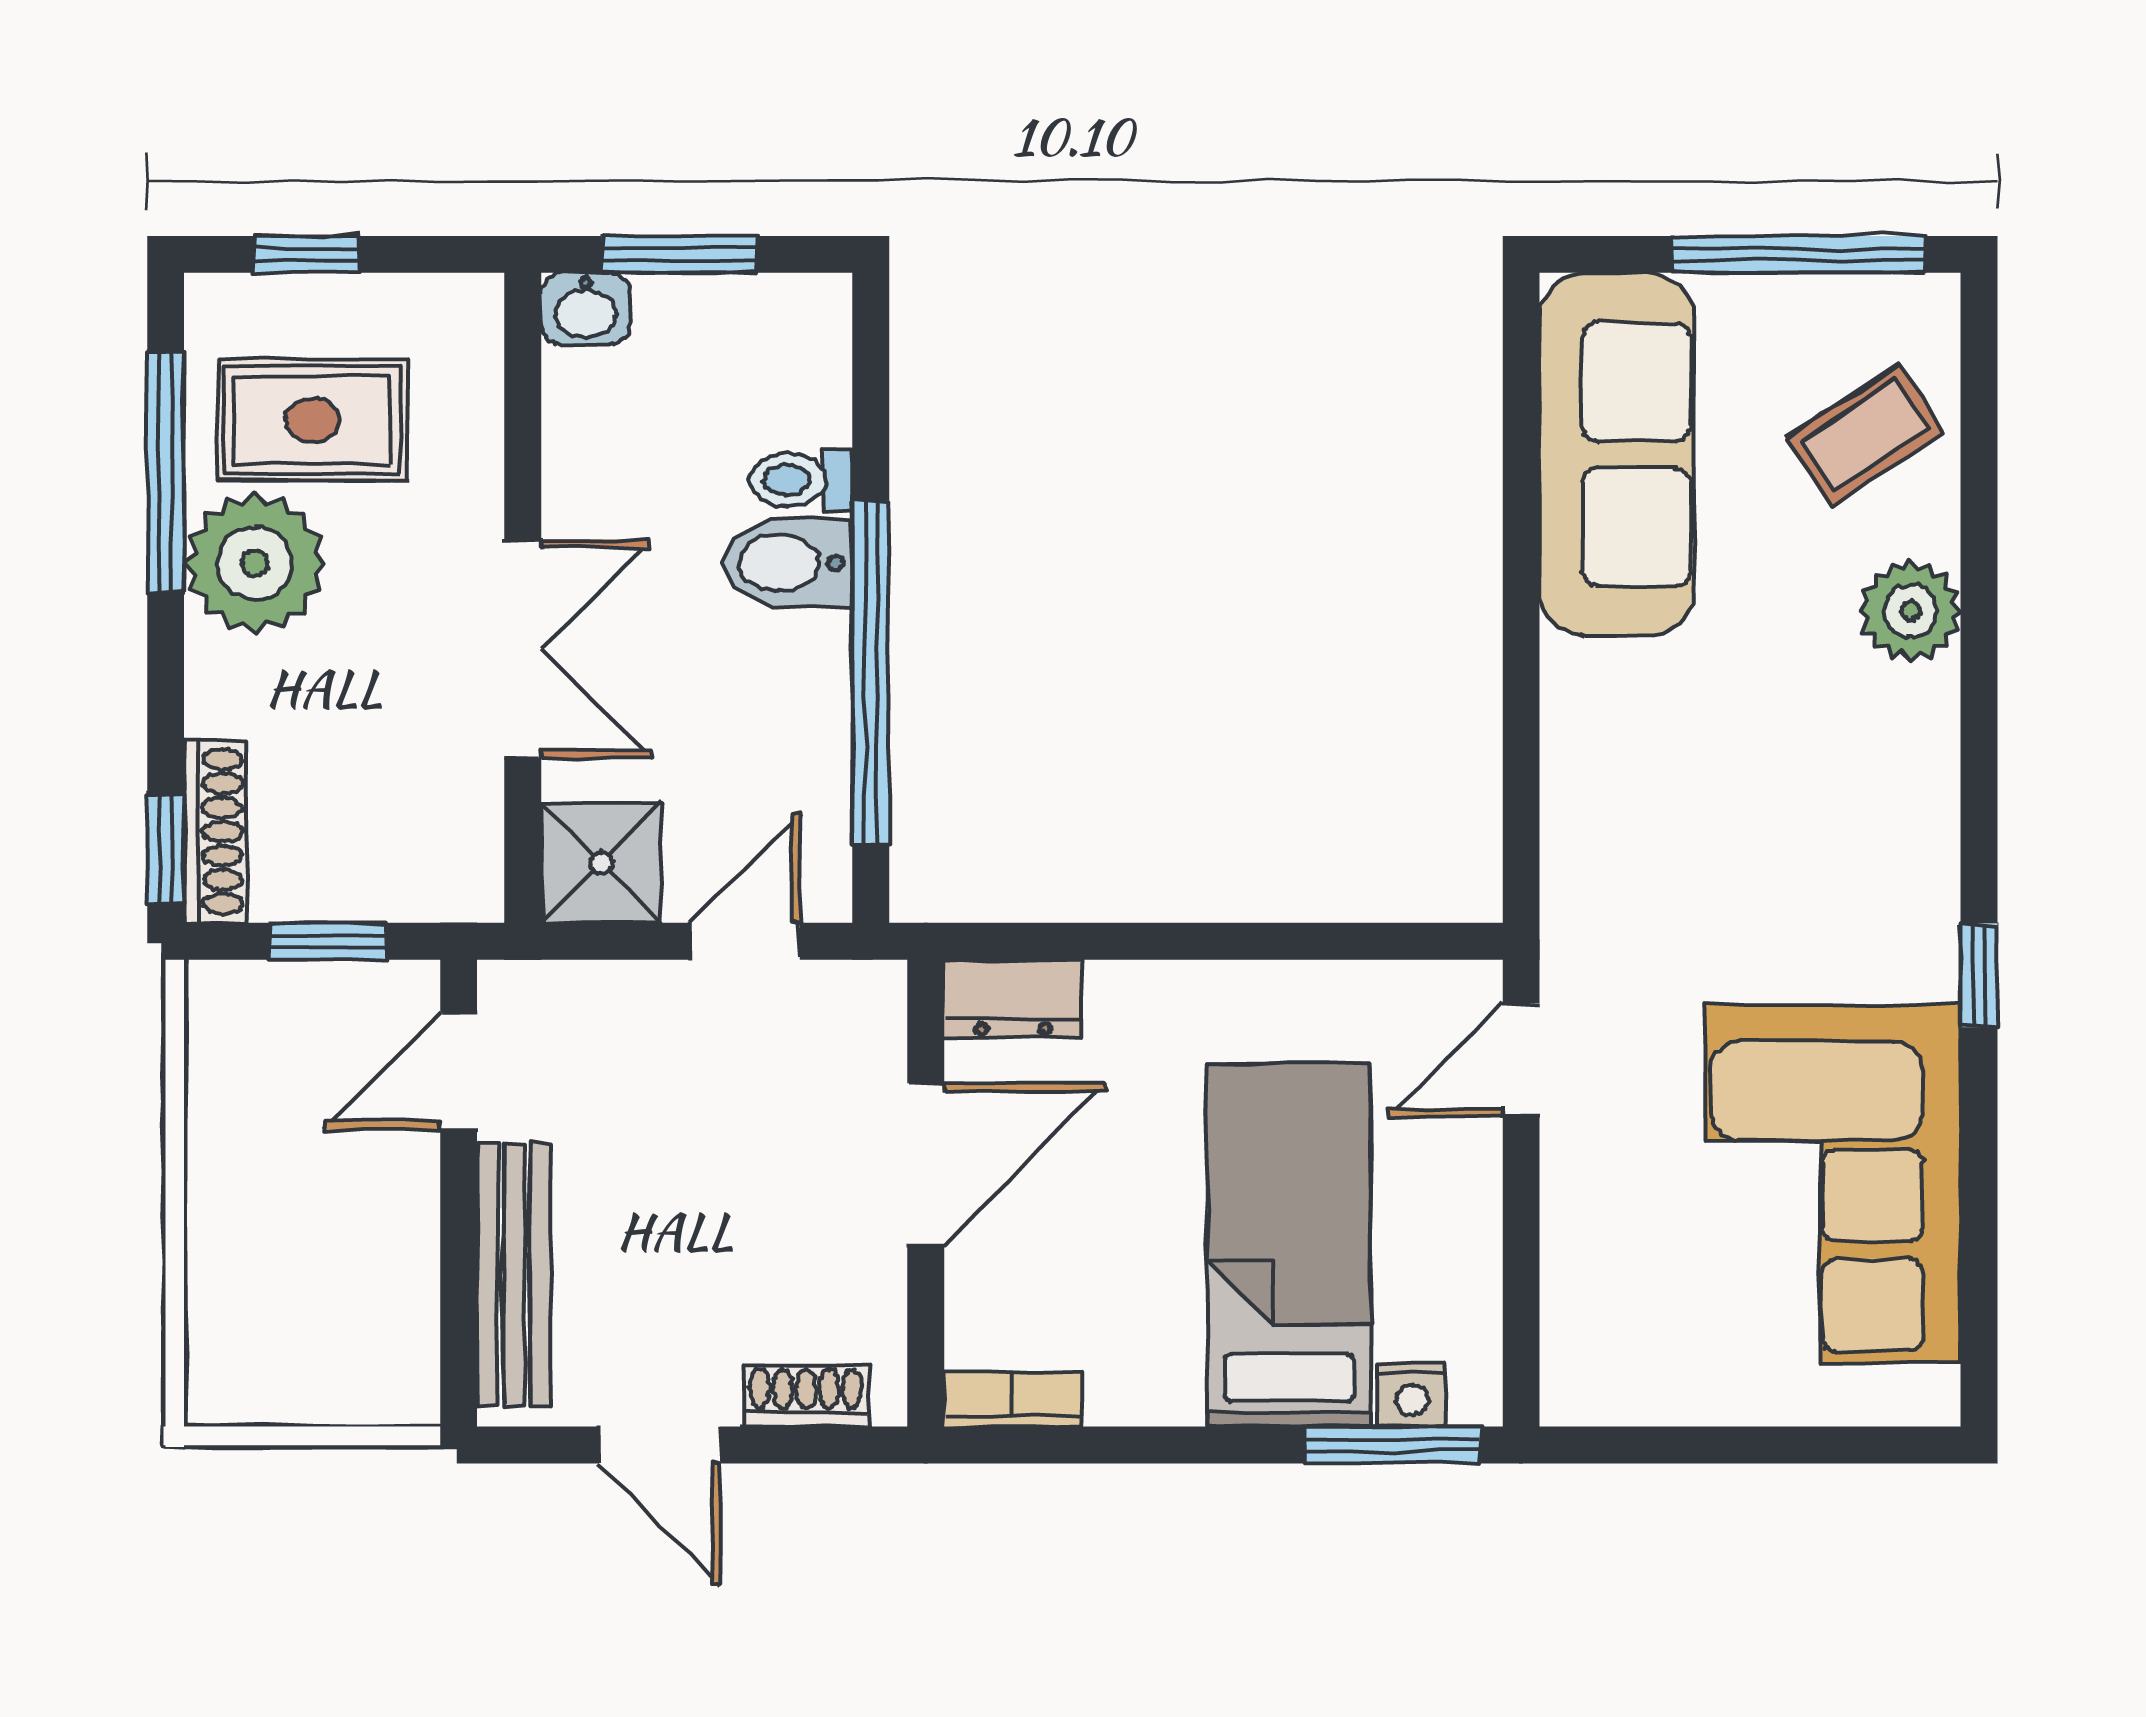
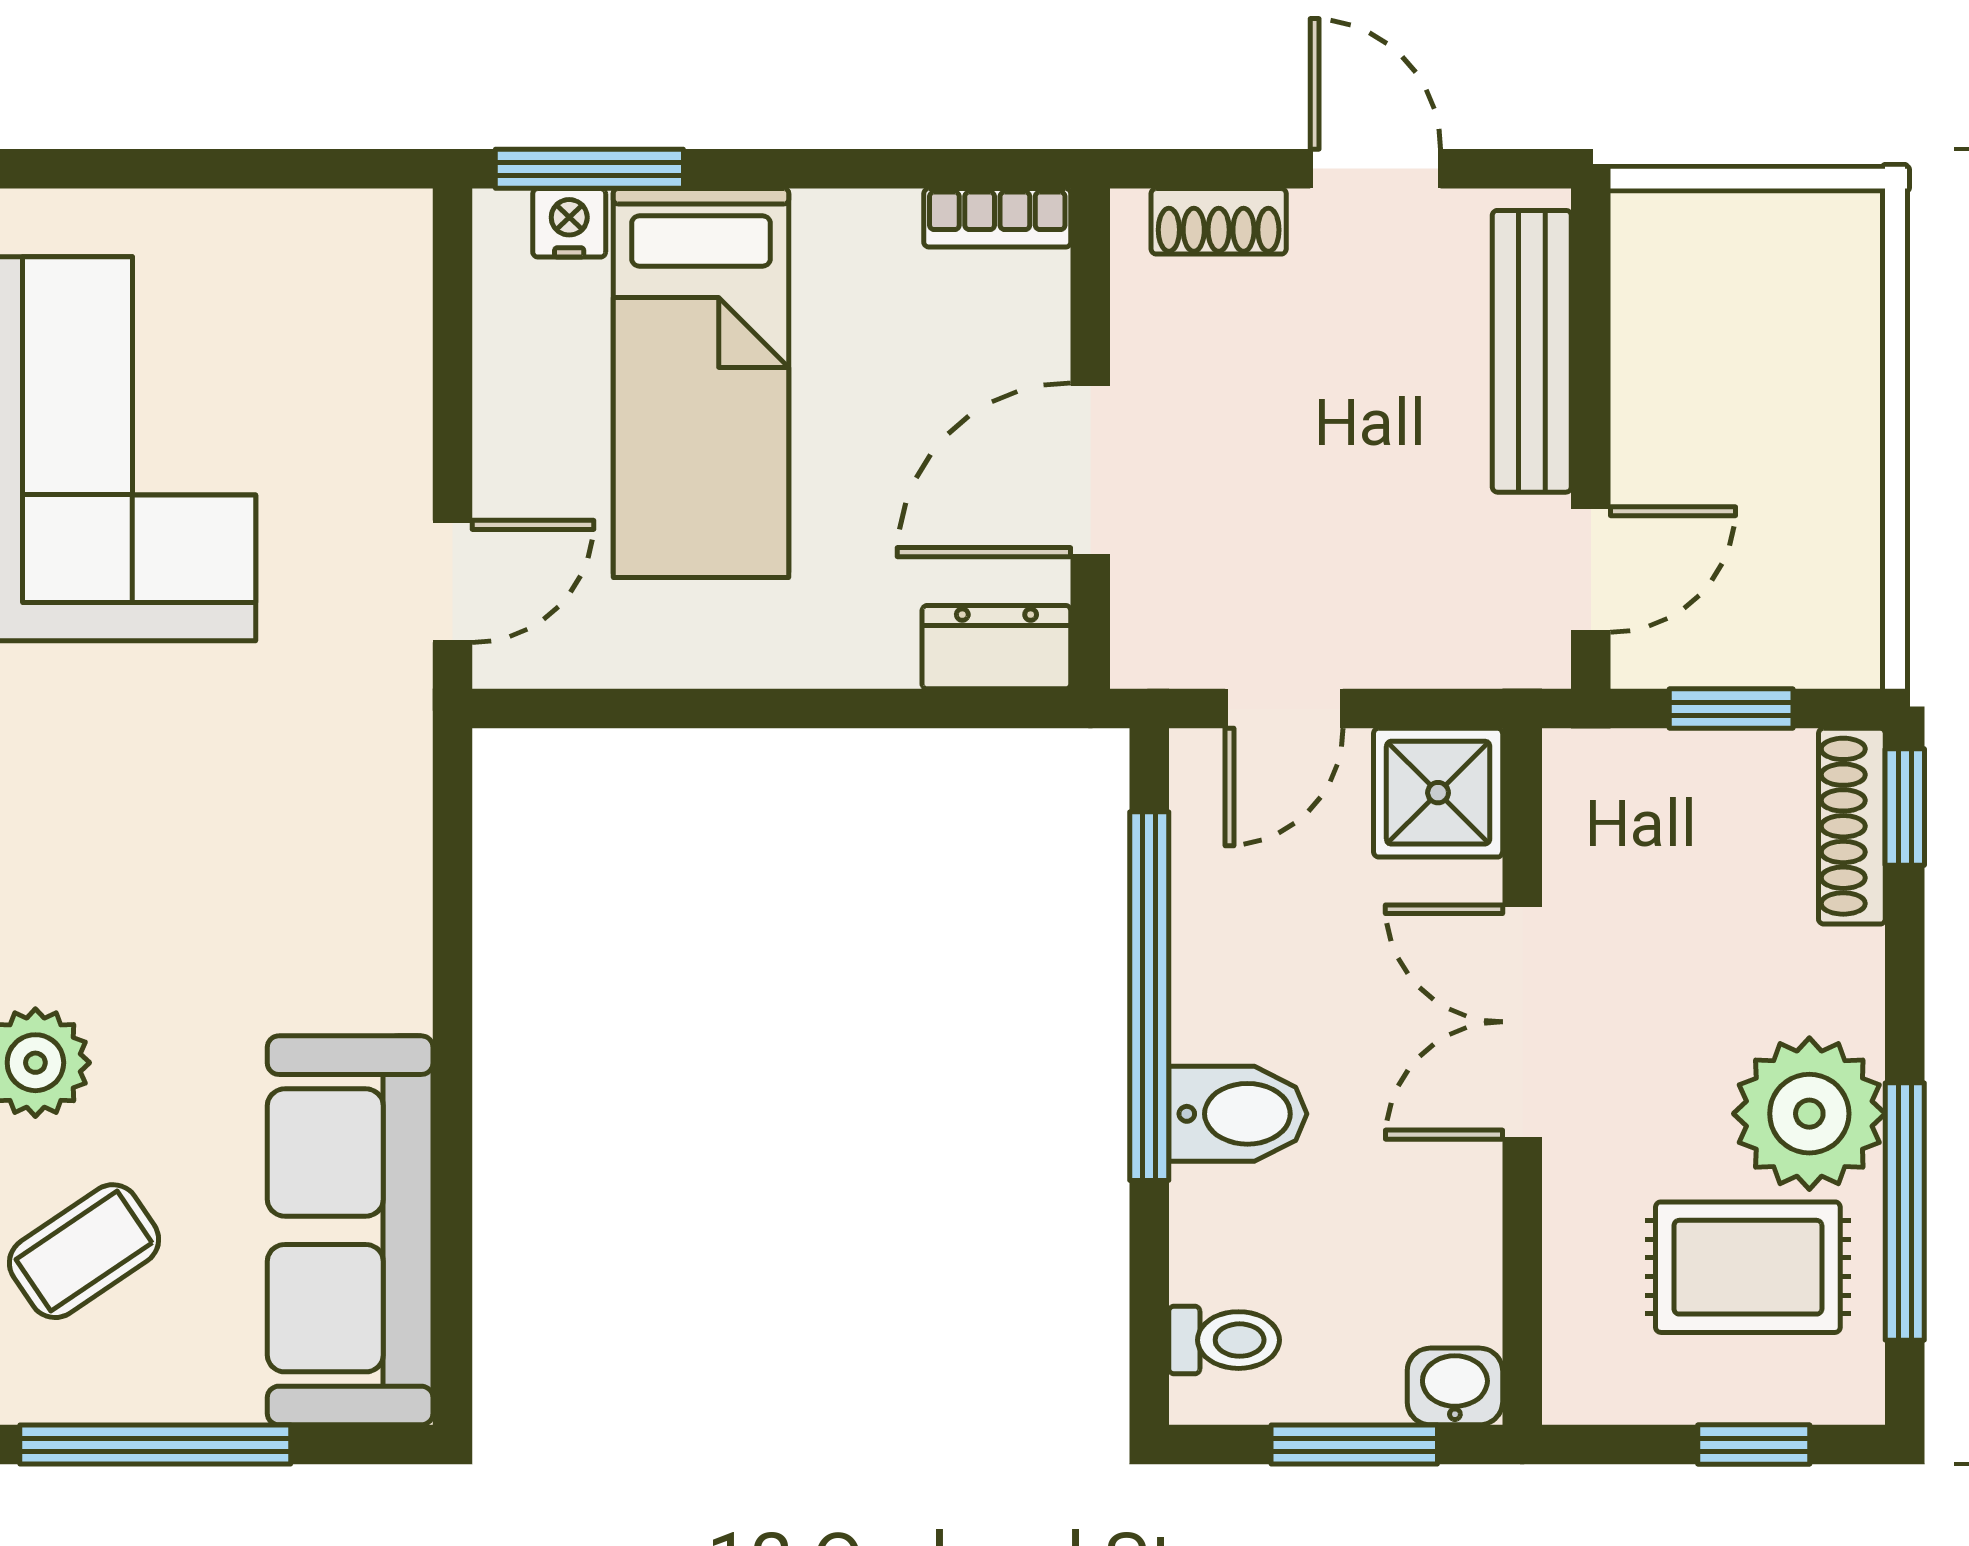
toilet: (801, 480) -> (1224, 1340), moved

